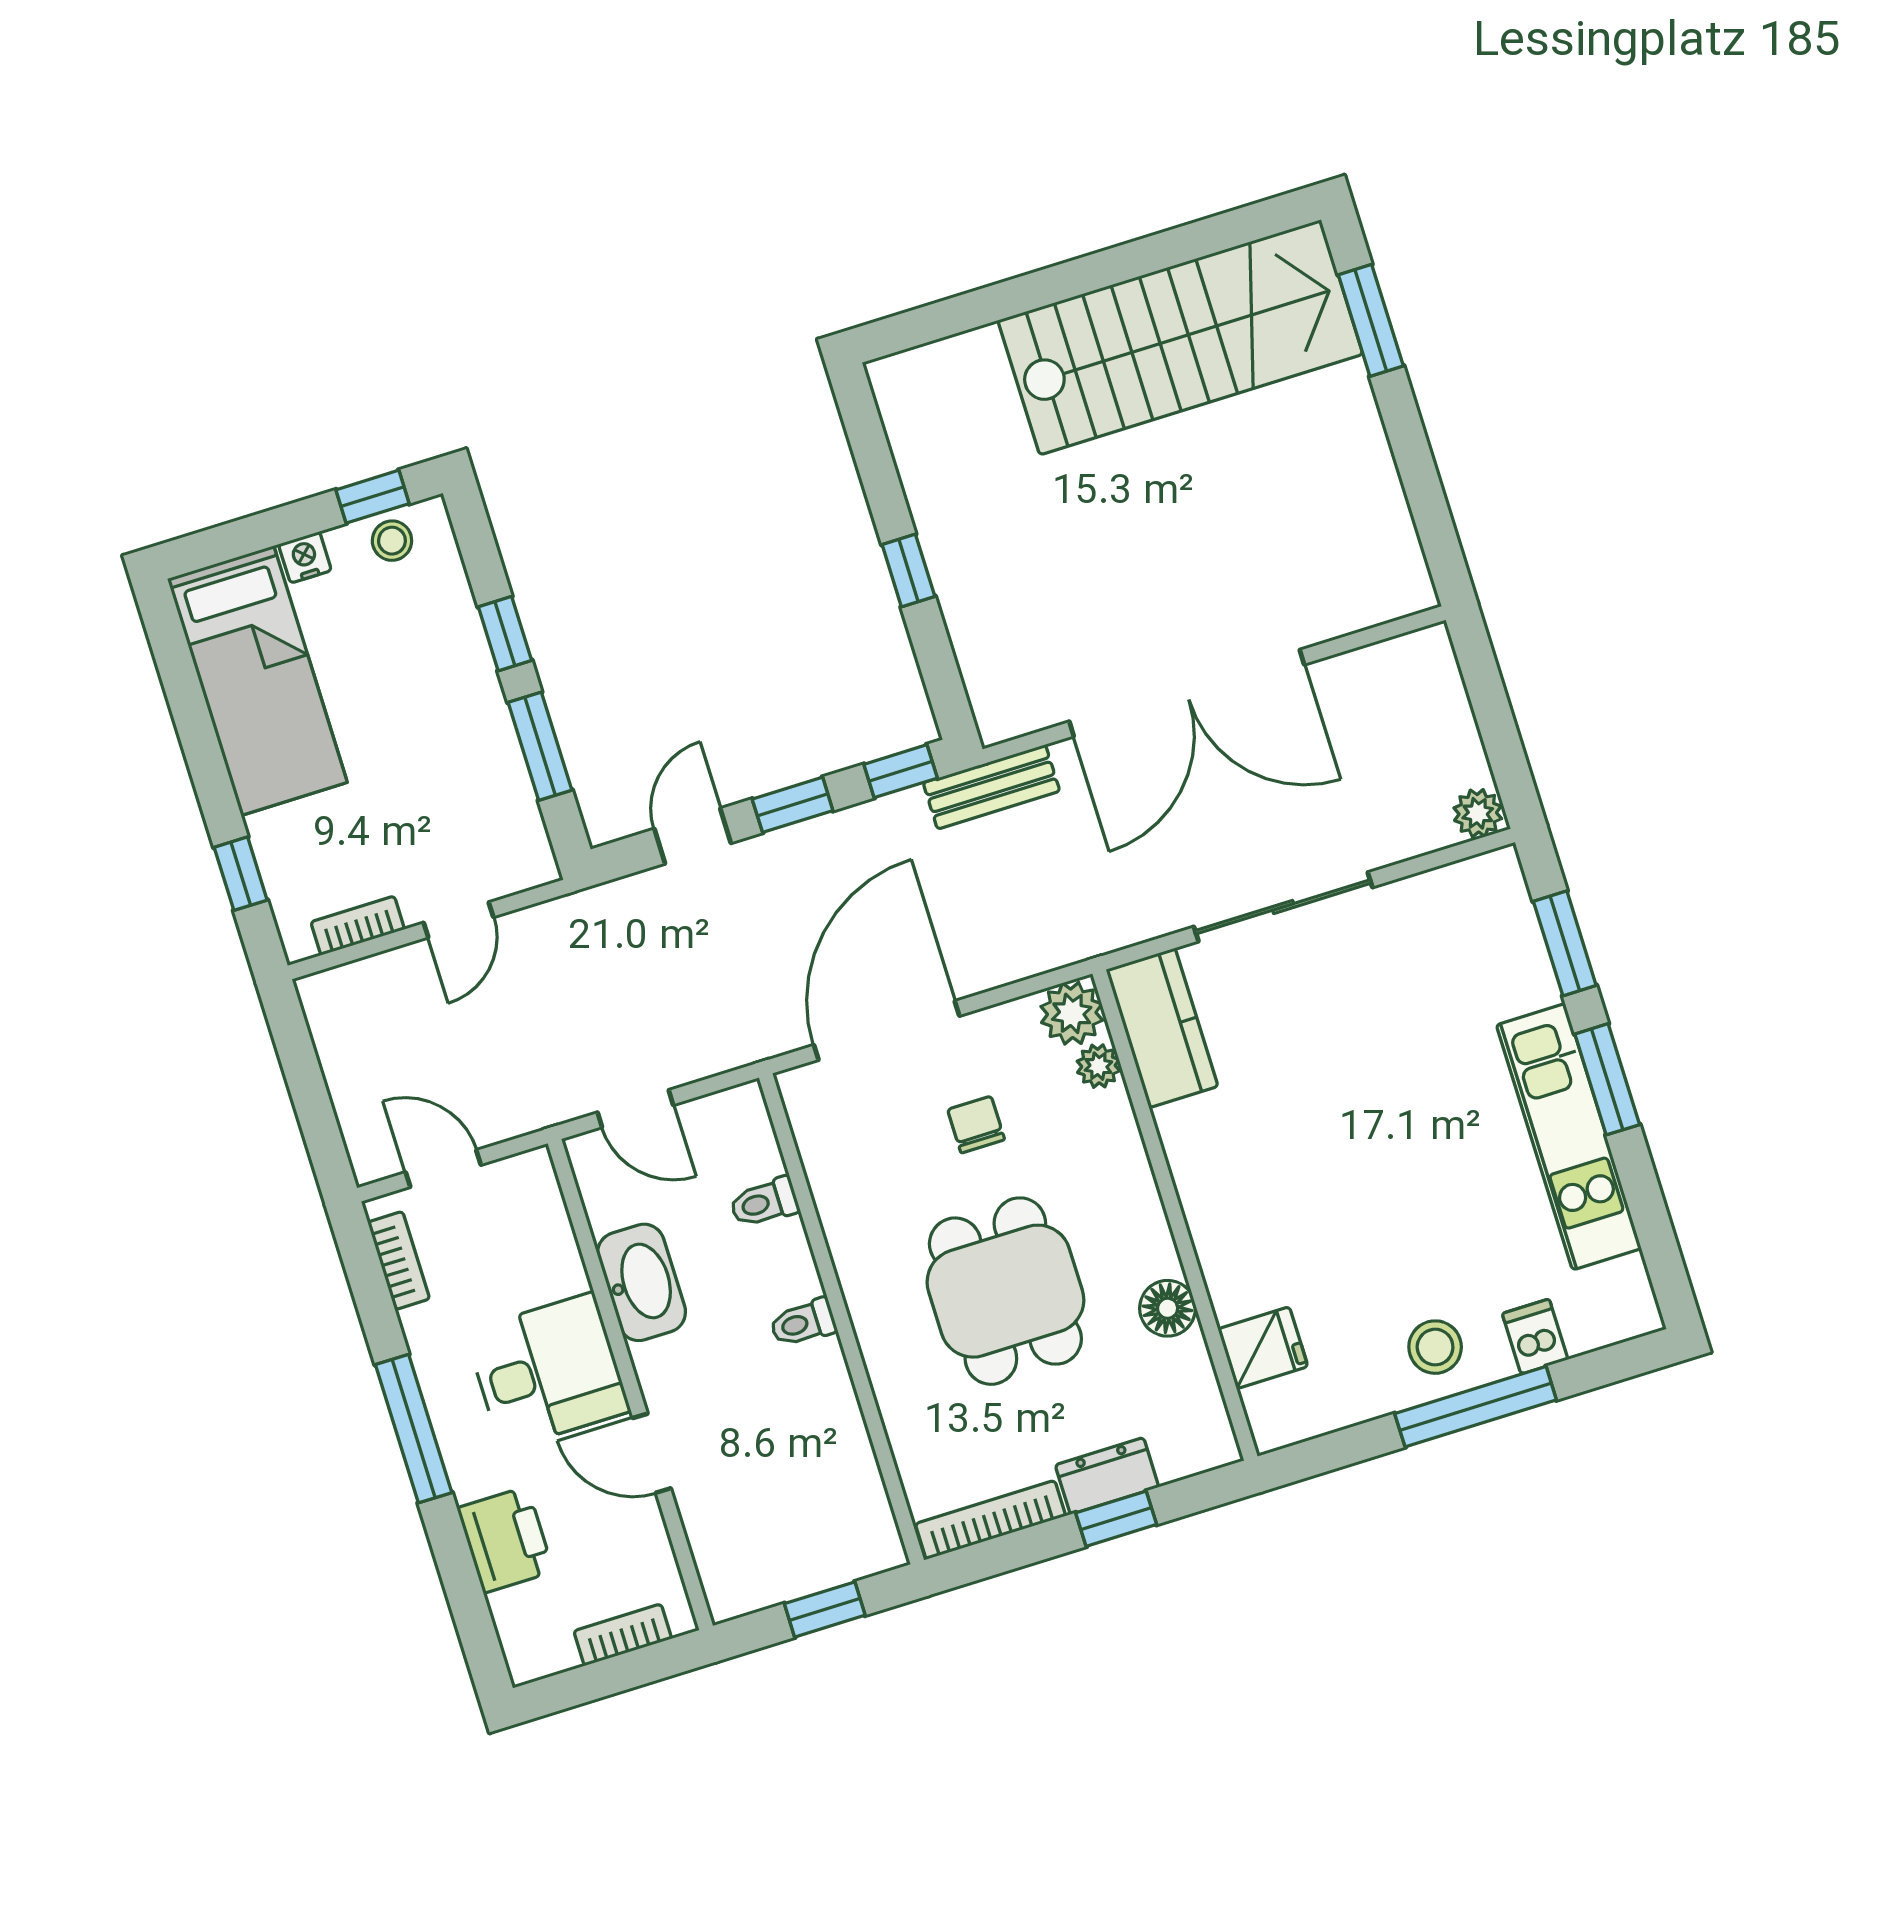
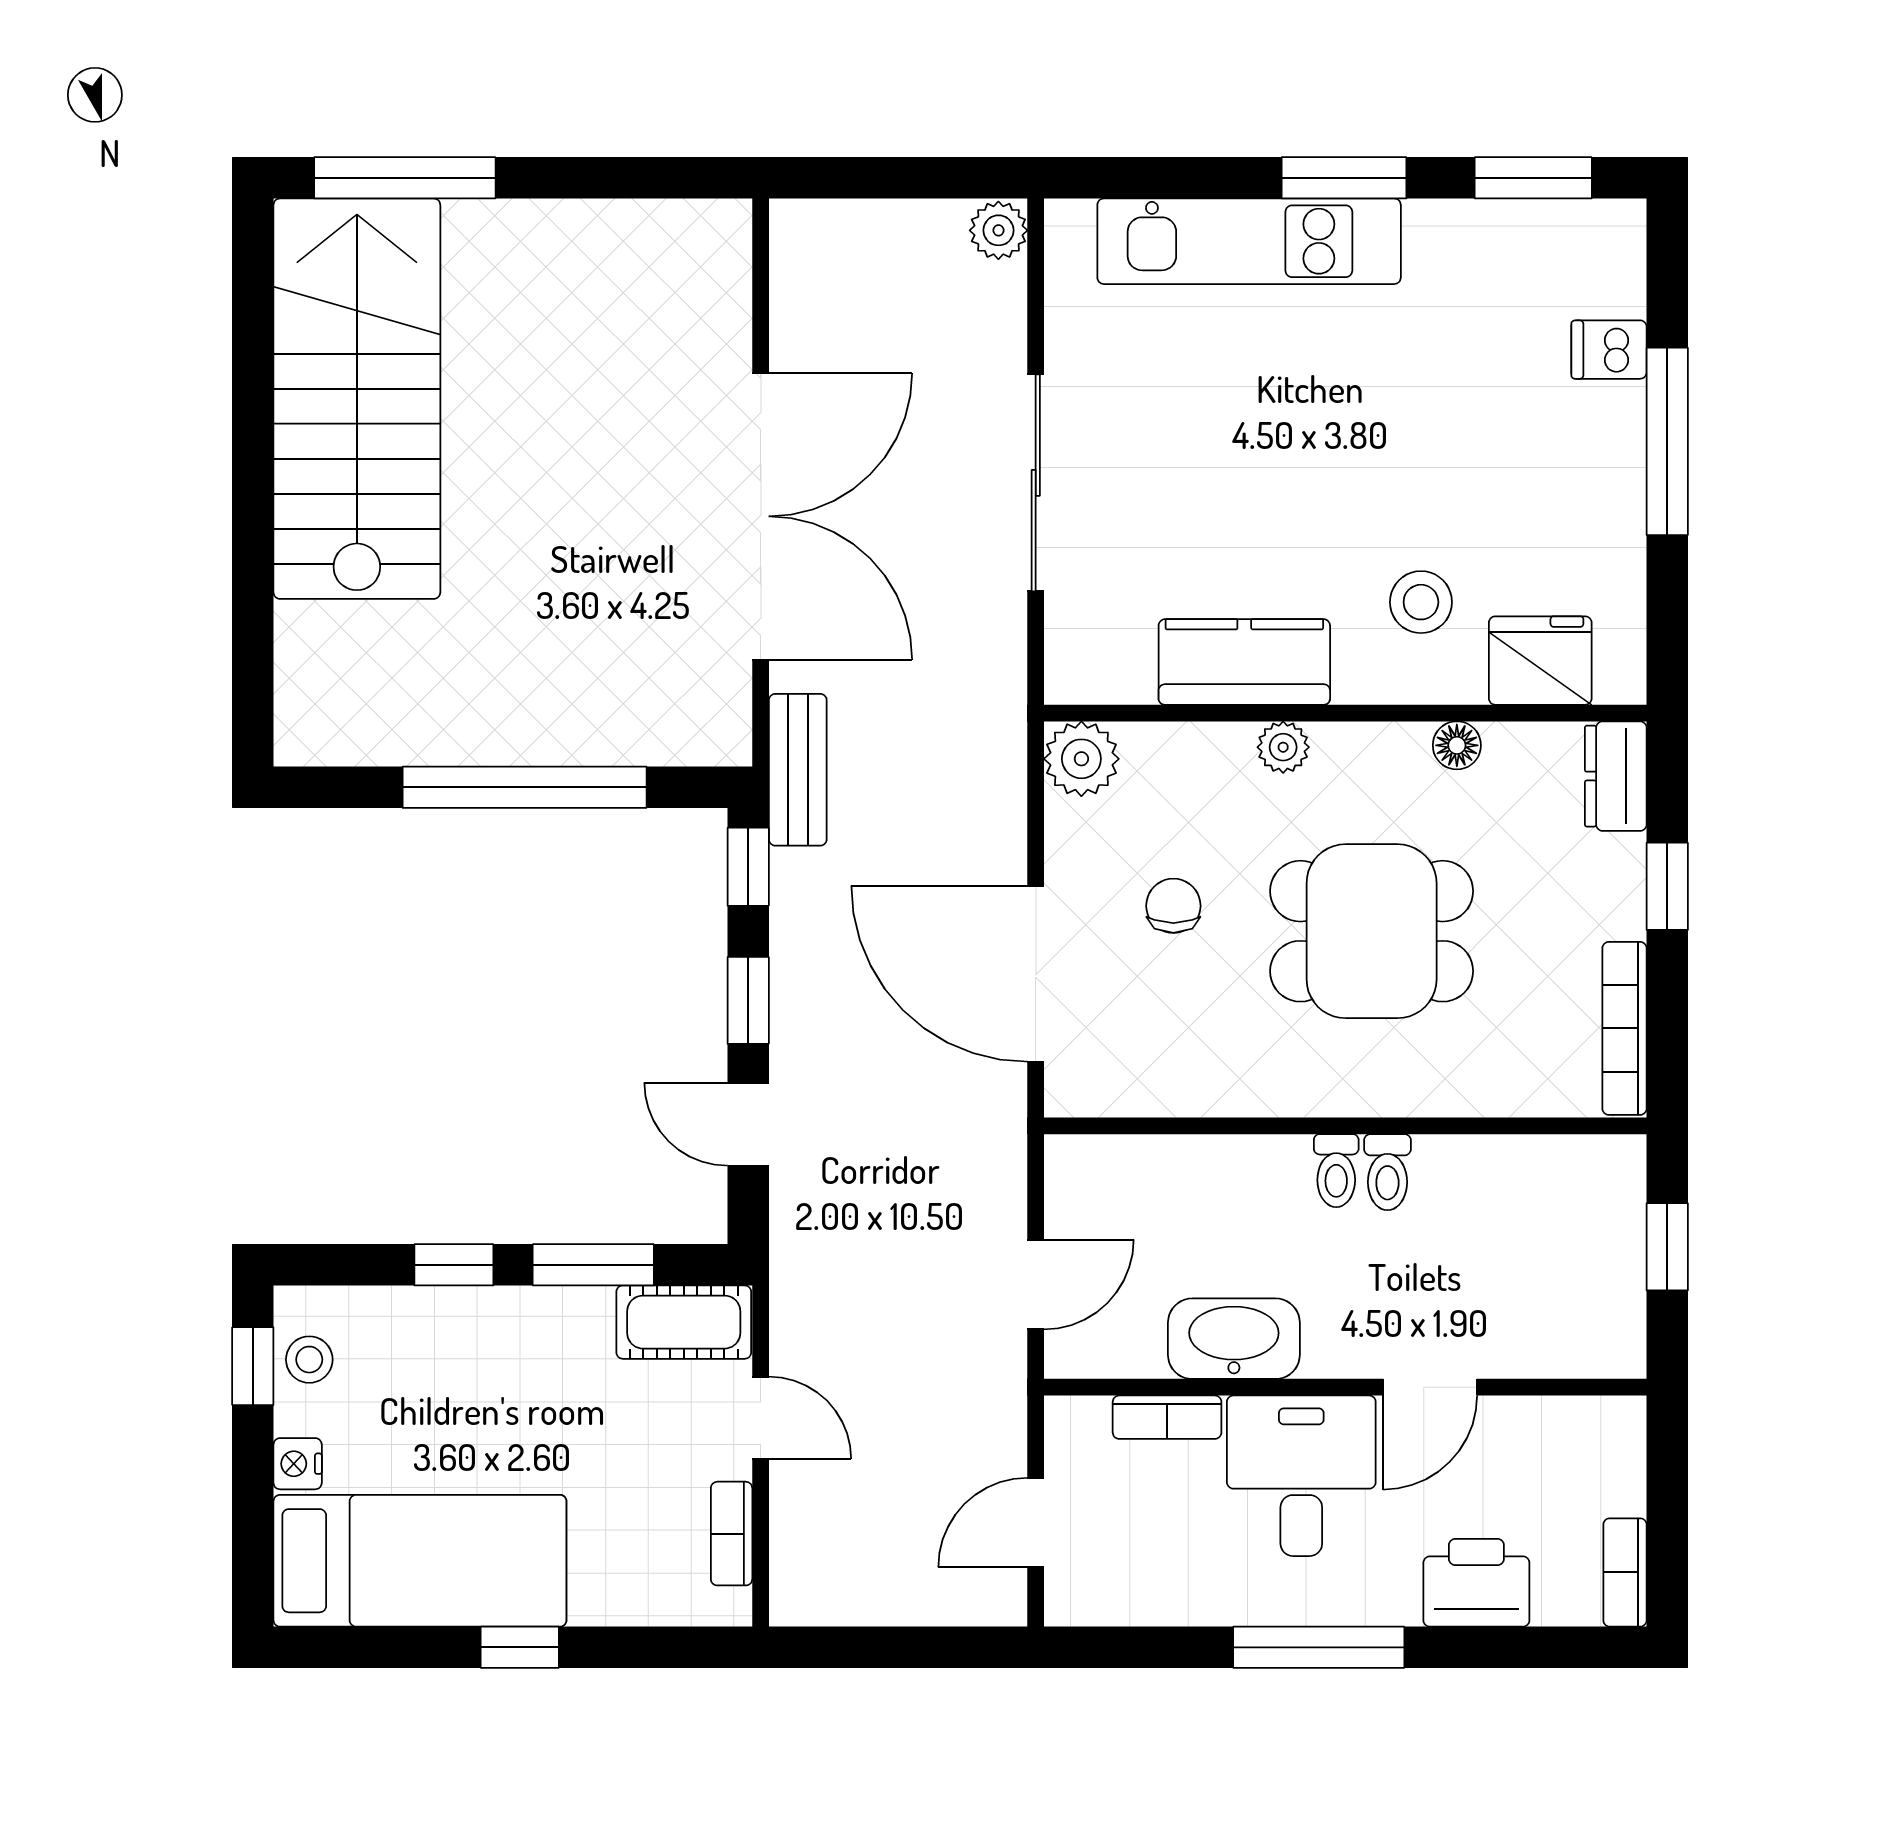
window: (1371, 320) -> (405, 178), width x1.44
window: (908, 571) -> (525, 787), width x3.17
cot: (516, 834) -> (684, 1322), added
window: (241, 874) -> (520, 1647), moved
window: (1565, 943) -> (1533, 178), moved
kitchen counter: (1162, 1028) -> (1244, 662), moved
plant: (1098, 1066) -> (1283, 747), moved
chair: (976, 1125) -> (1173, 906), turned 90
kitchen unit: (1569, 1137) -> (1249, 241), moved
toilet: (764, 1202) -> (1387, 1172), moved
bookcase: (399, 1260) -> (1167, 1417), moved, turned 180
floor lamp: (1168, 1308) -> (1457, 745), width x0.73, depth x0.73
stool: (1435, 1347) -> (1421, 602), moved
fridge: (1263, 1348) -> (1540, 661), width x1.38
dresser: (1107, 1476) -> (1616, 776), moved
bookcase: (623, 1635) -> (1625, 1572), moved

